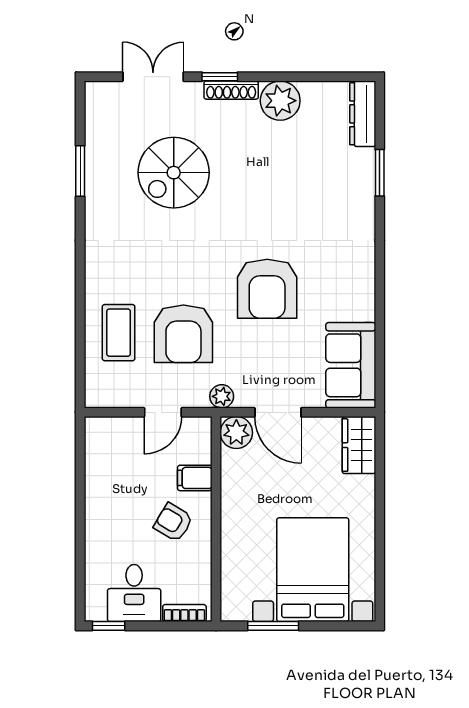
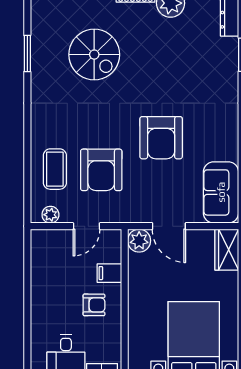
spiral stairs: (174, 173) -> (94, 55), turned -90
plant: (222, 396) -> (50, 215), moved
armchair: (173, 522) -> (94, 305), turned 149

